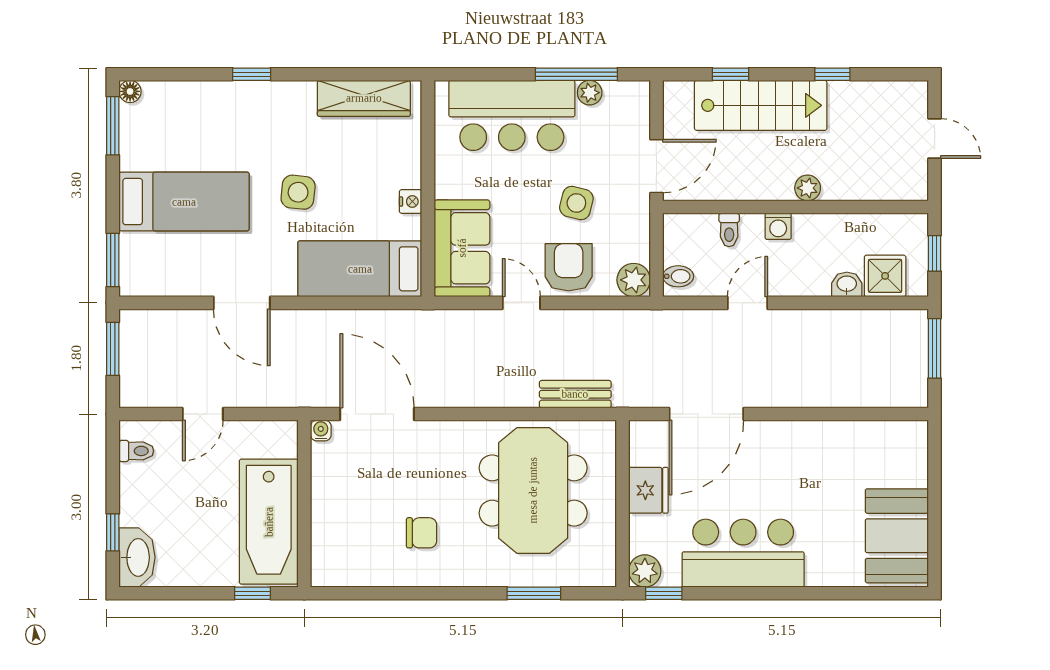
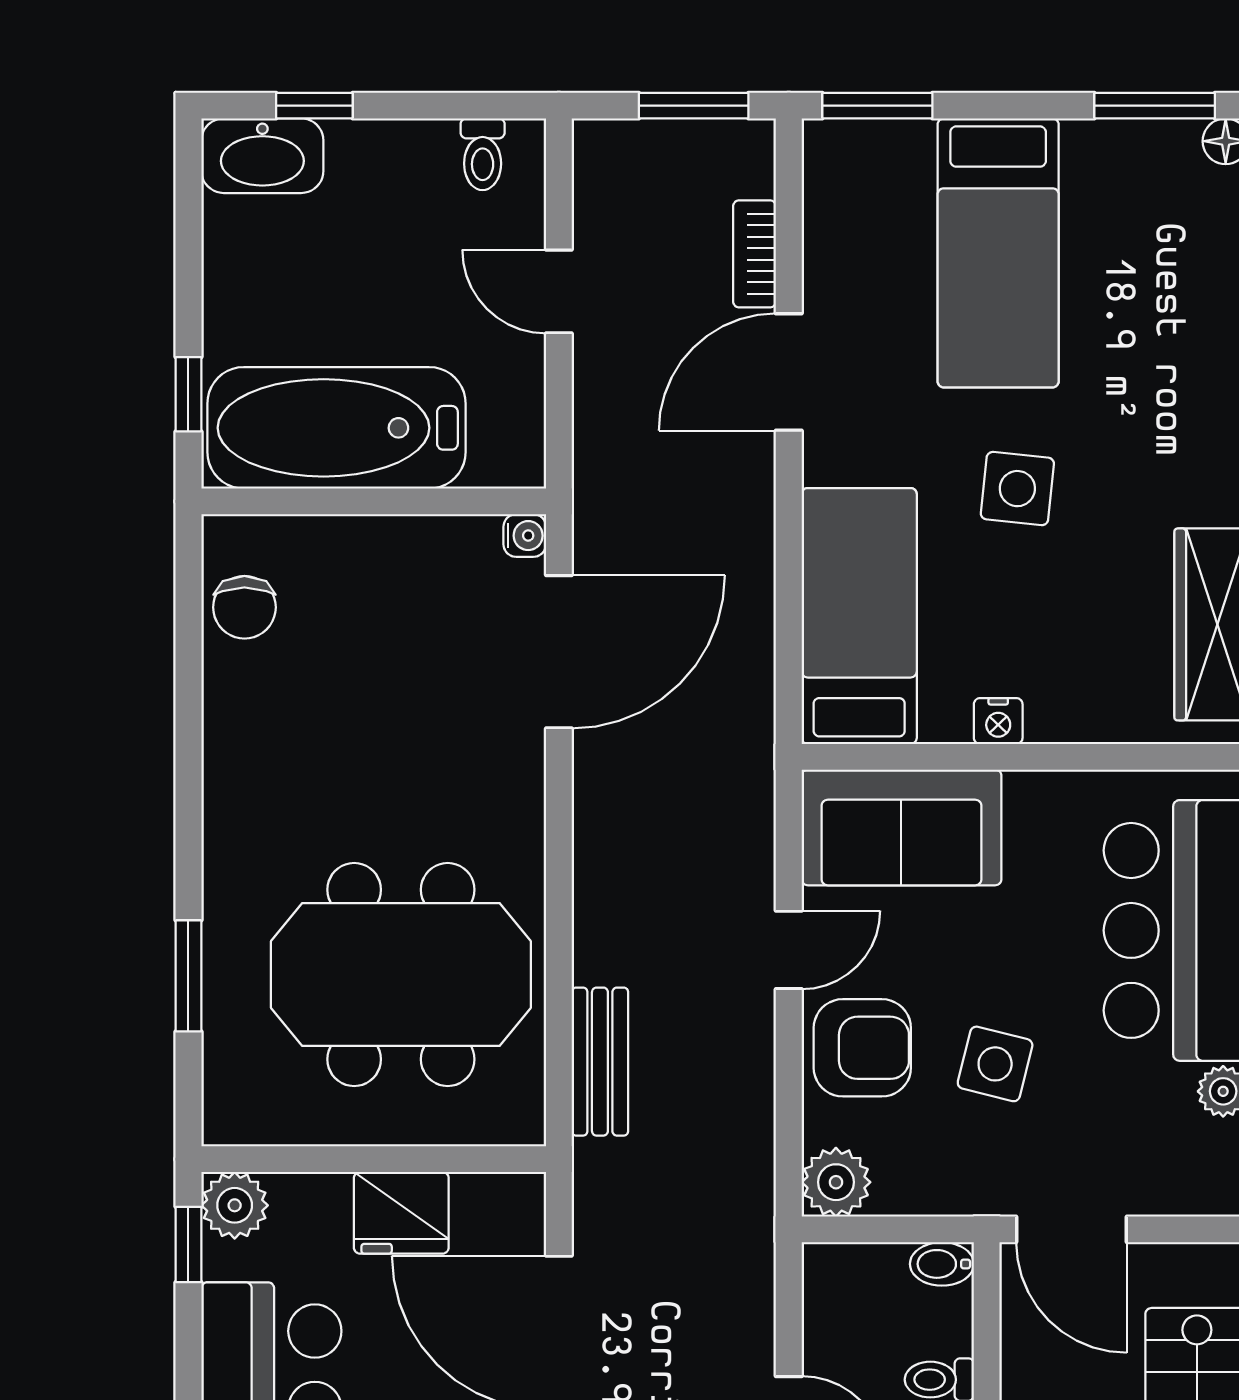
bidet: (678, 276) -> (942, 1264), moved, turned 90
bookcase: (185, 319) -> (755, 254), added
chair: (422, 533) -> (244, 607), moved

